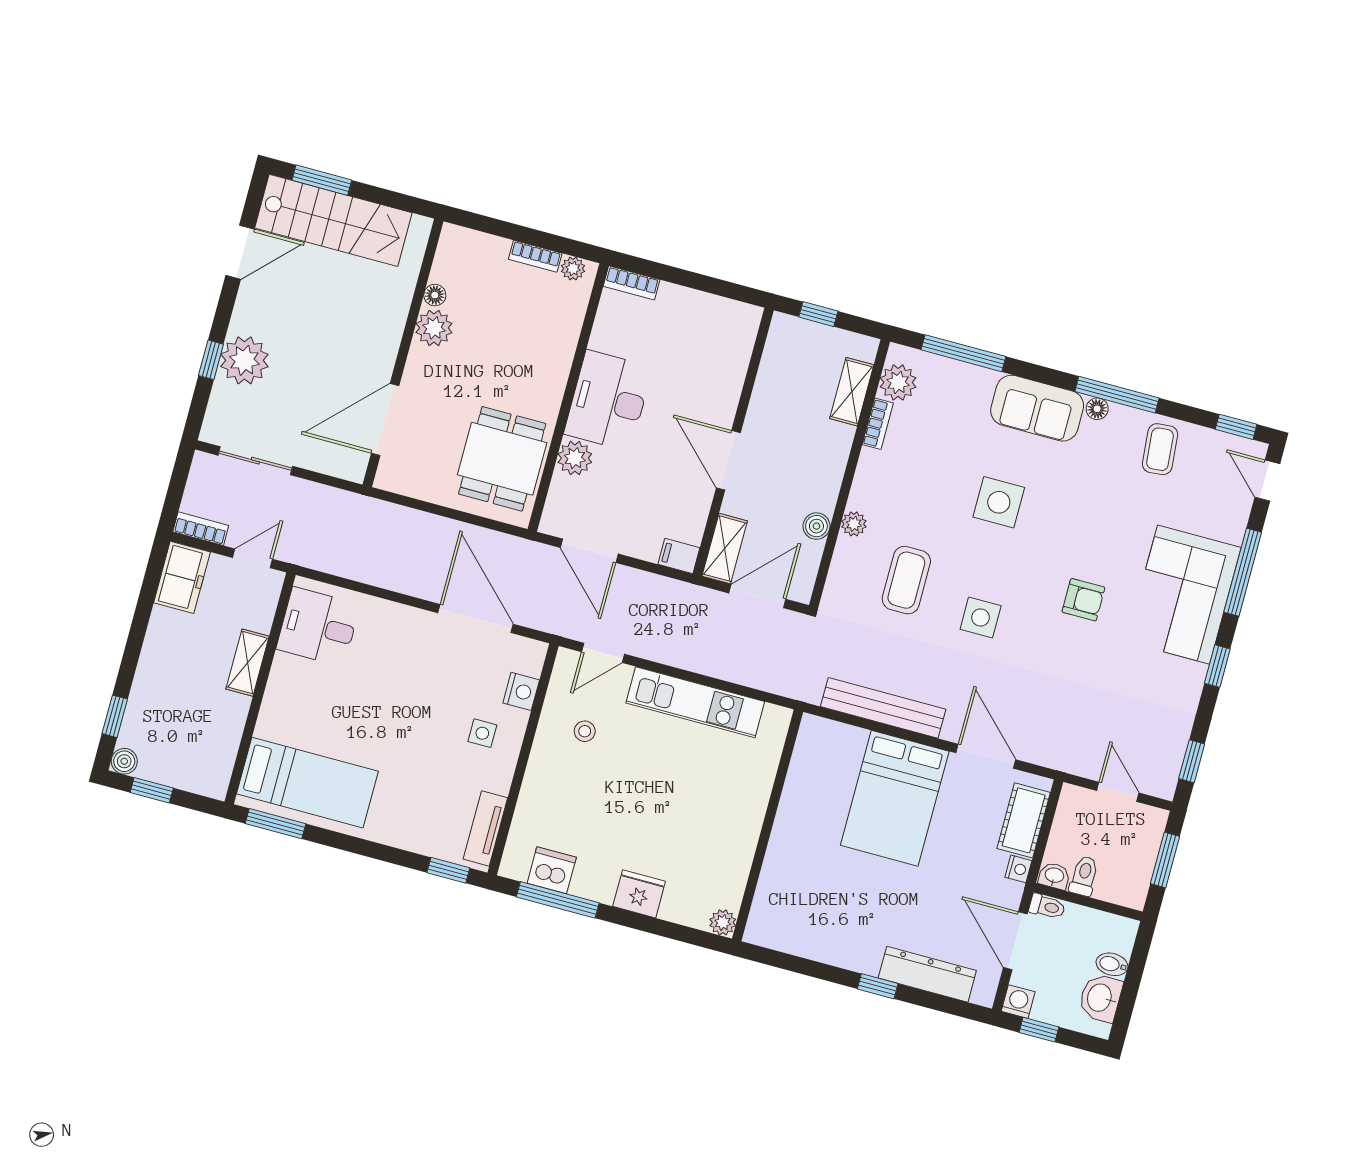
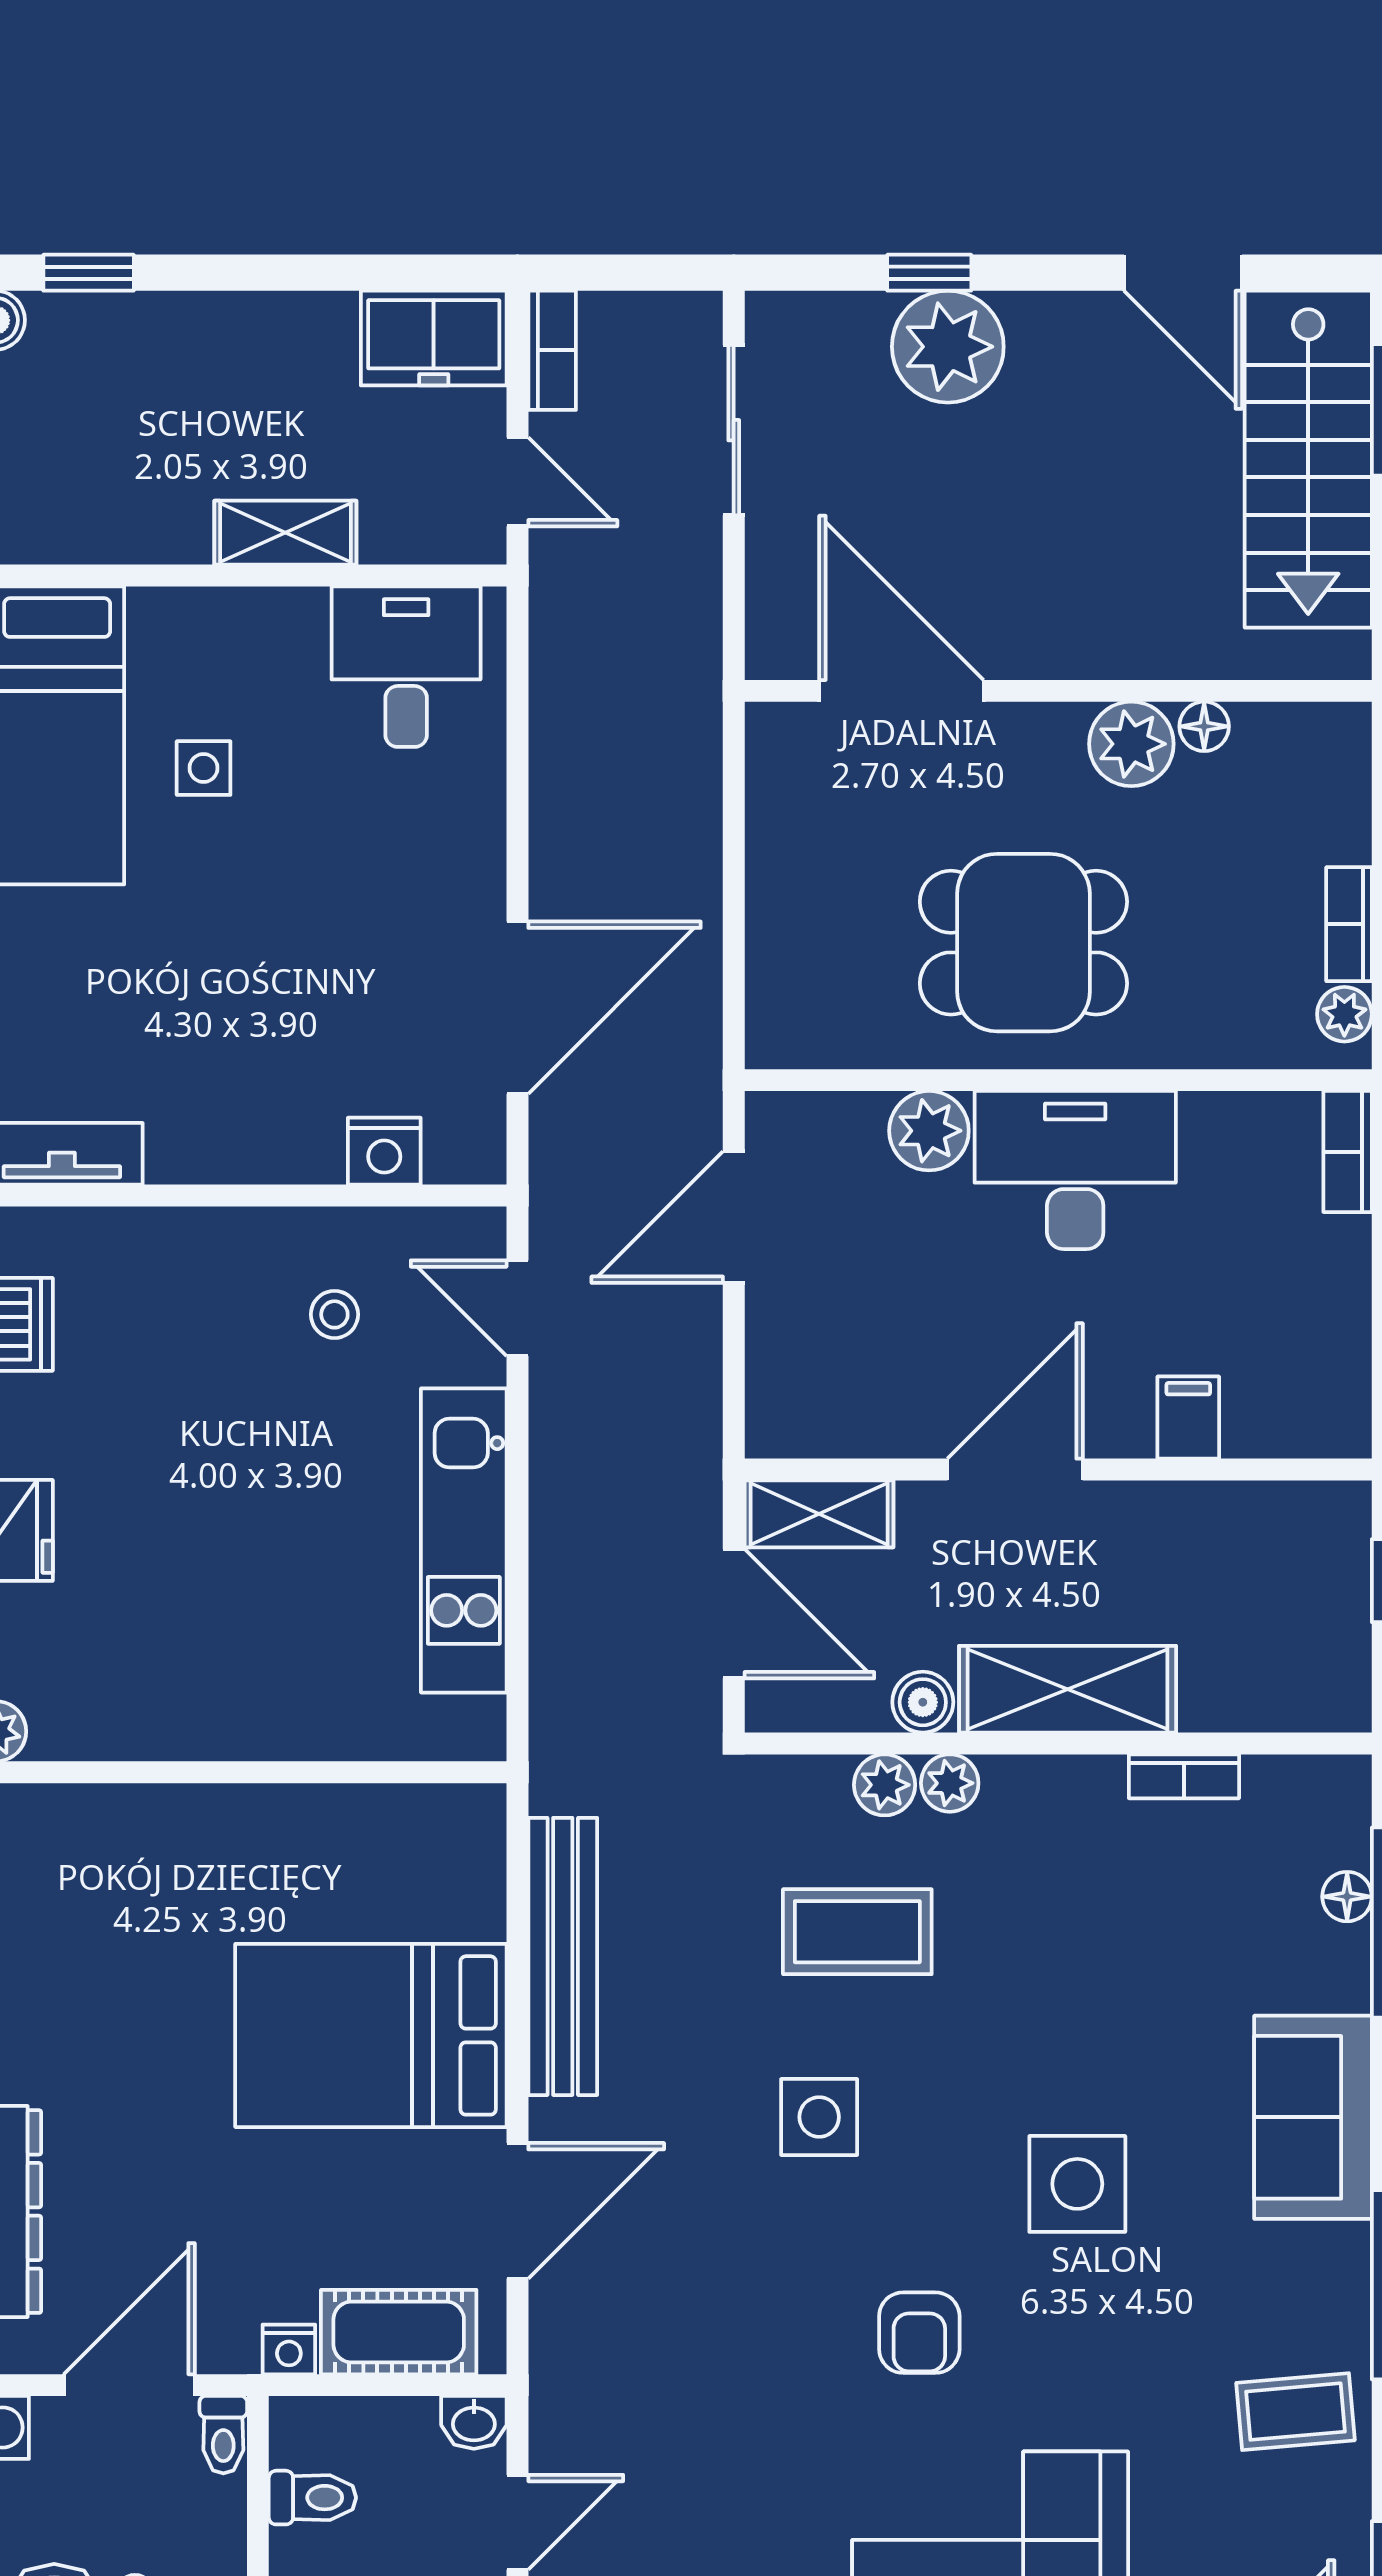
plant: (898, 382) -> (885, 1785), moved, width x0.73, depth x0.73
shelving: (852, 392) -> (1068, 1689), moved, width x1.50, depth x1.33
floor lamp: (1097, 409) -> (1347, 1897), moved
dining table: (502, 459) -> (1023, 943), moved
side table: (999, 502) -> (1077, 2184), moved
filing cabinet: (679, 556) -> (1188, 1418), moved
side table: (482, 733) -> (204, 768), moved
washbasin: (1054, 876) -> (474, 2422), moved, turned 90

